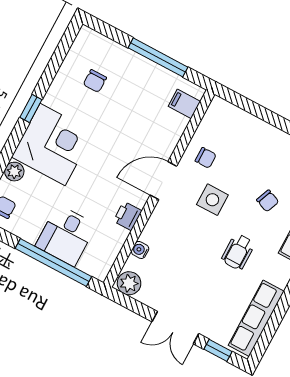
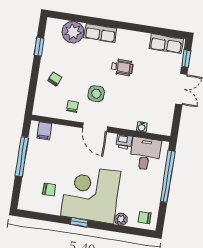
corner desk: (53, 145) -> (91, 194), width x1.36, depth x1.36
chair: (268, 201) -> (55, 79), moved
desk: (66, 235) -> (145, 154), moved, turned -90
plant: (129, 283) -> (164, 126), removed
row of seats: (256, 318) -> (166, 44), width x0.68

